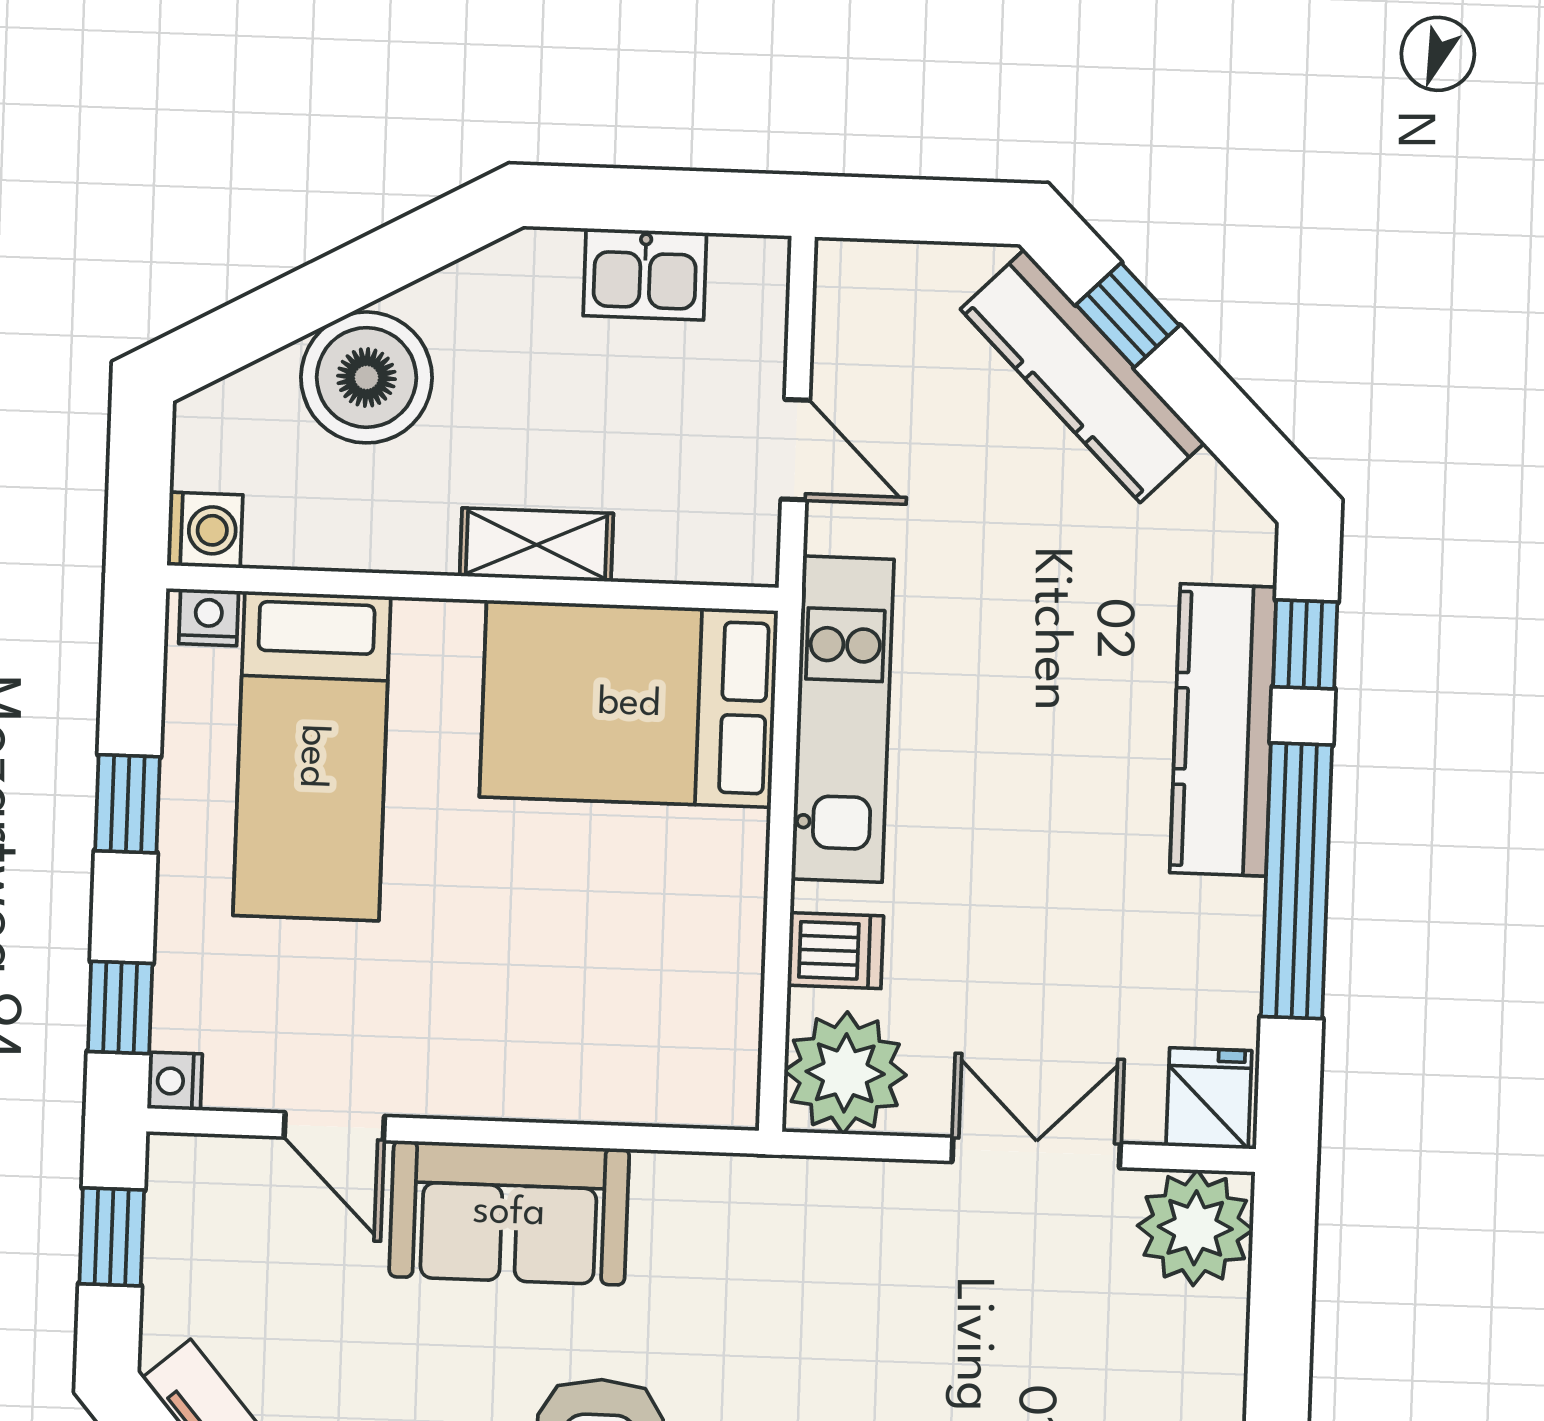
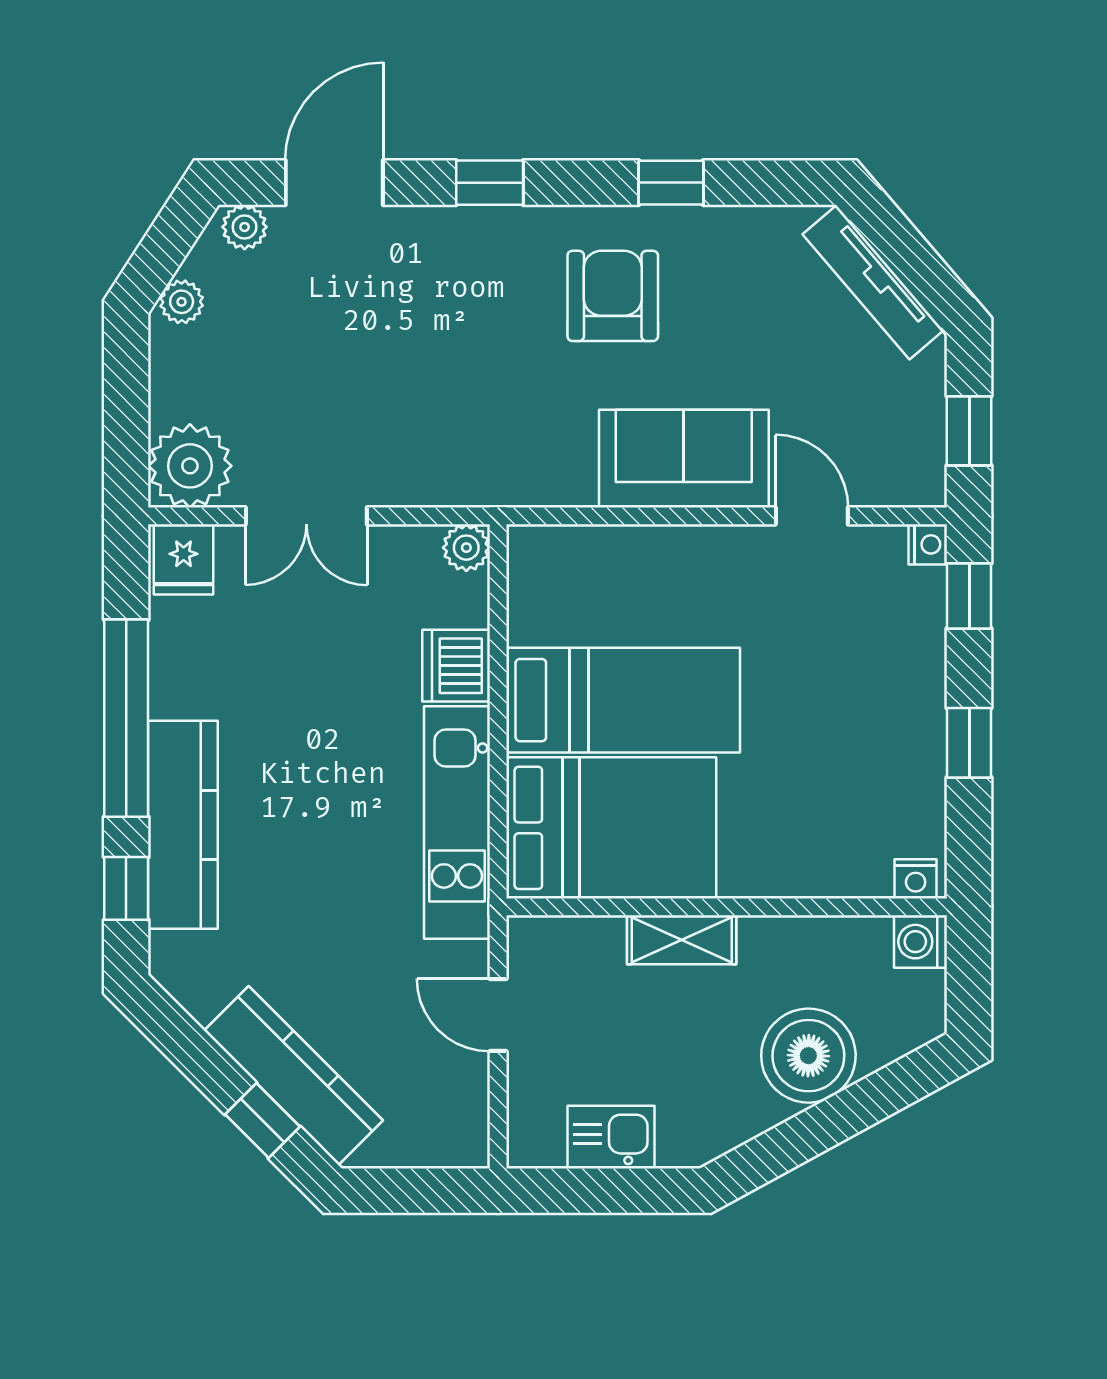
bed: (312, 756) -> (623, 700), moved, turned 90
dishwasher: (835, 951) -> (456, 666), width x1.38
plant: (845, 1073) -> (466, 548), width x0.53, depth x0.53

